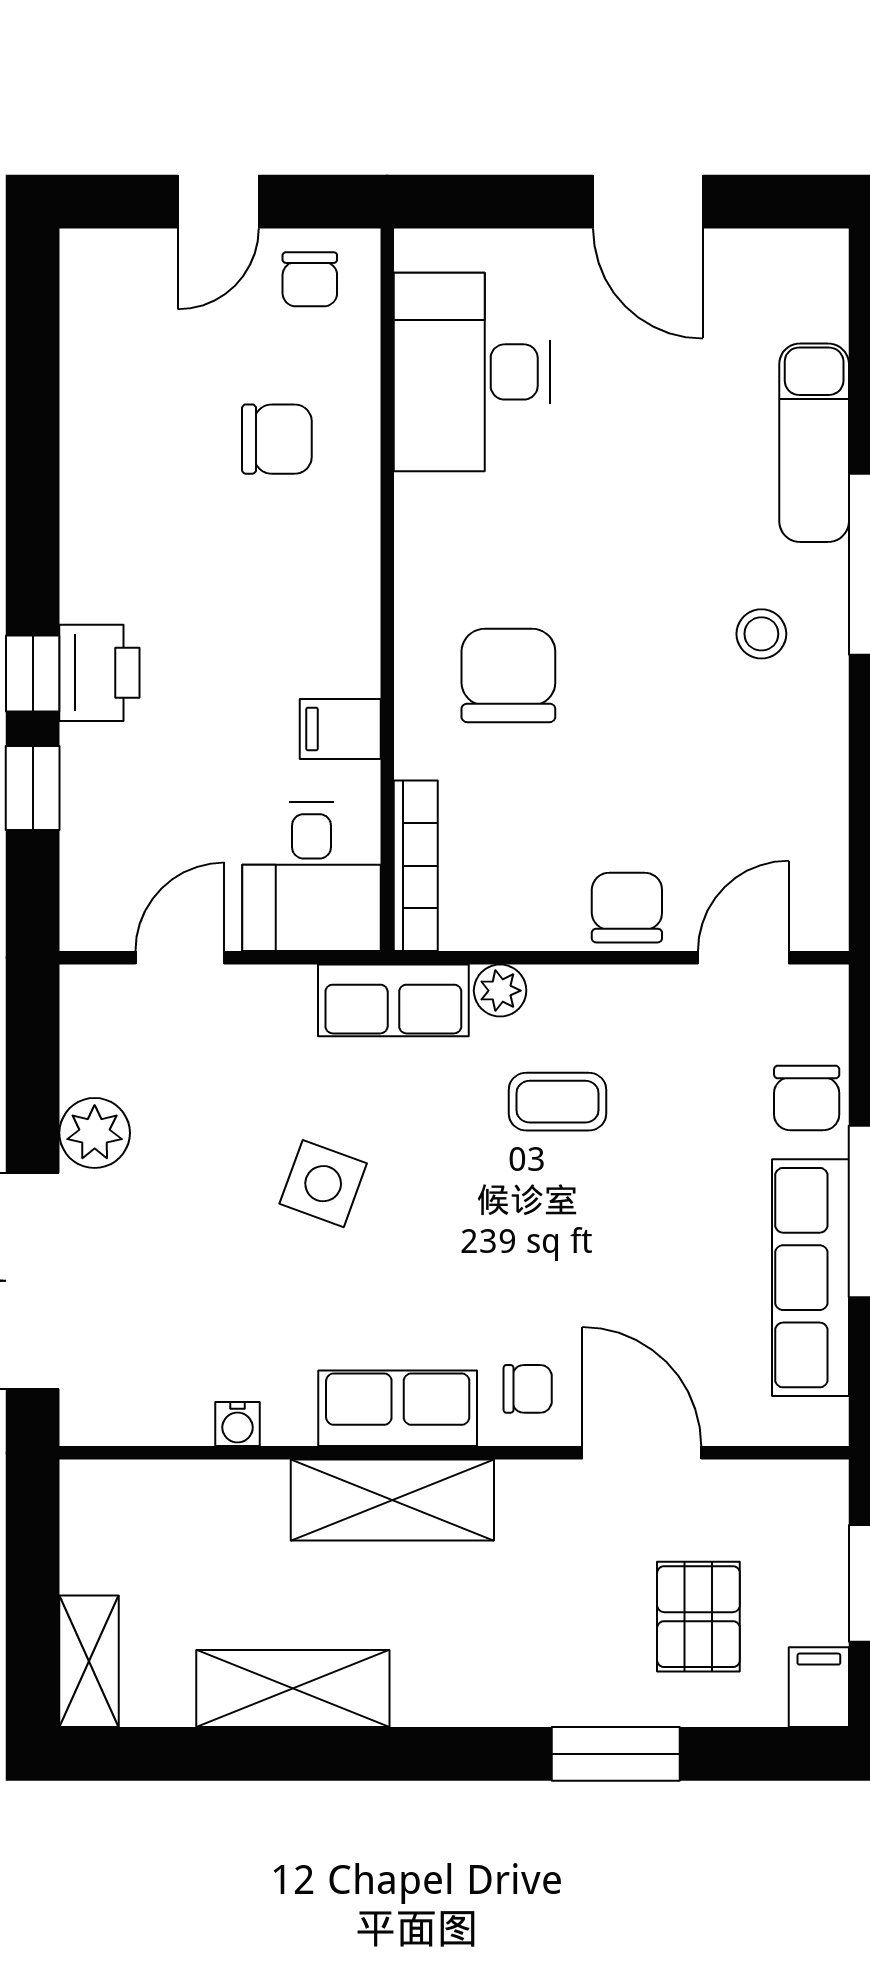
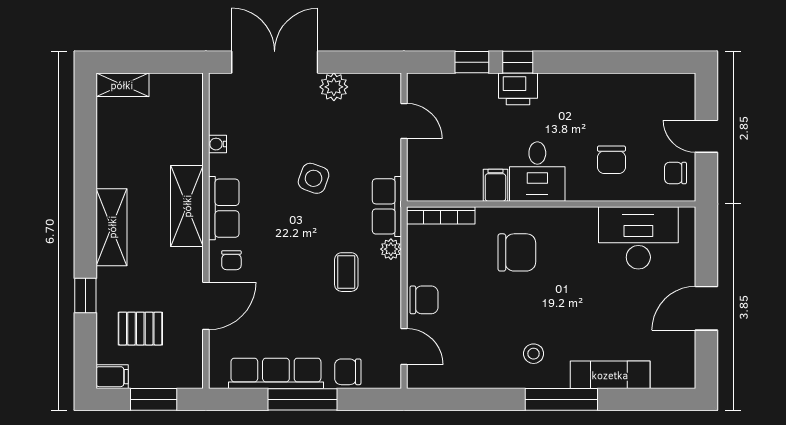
desk: (311, 877) -> (537, 171), moved, turned -90
shelving: (293, 1688) -> (112, 227), moved
window: (616, 1754) -> (85, 295), width x0.67

